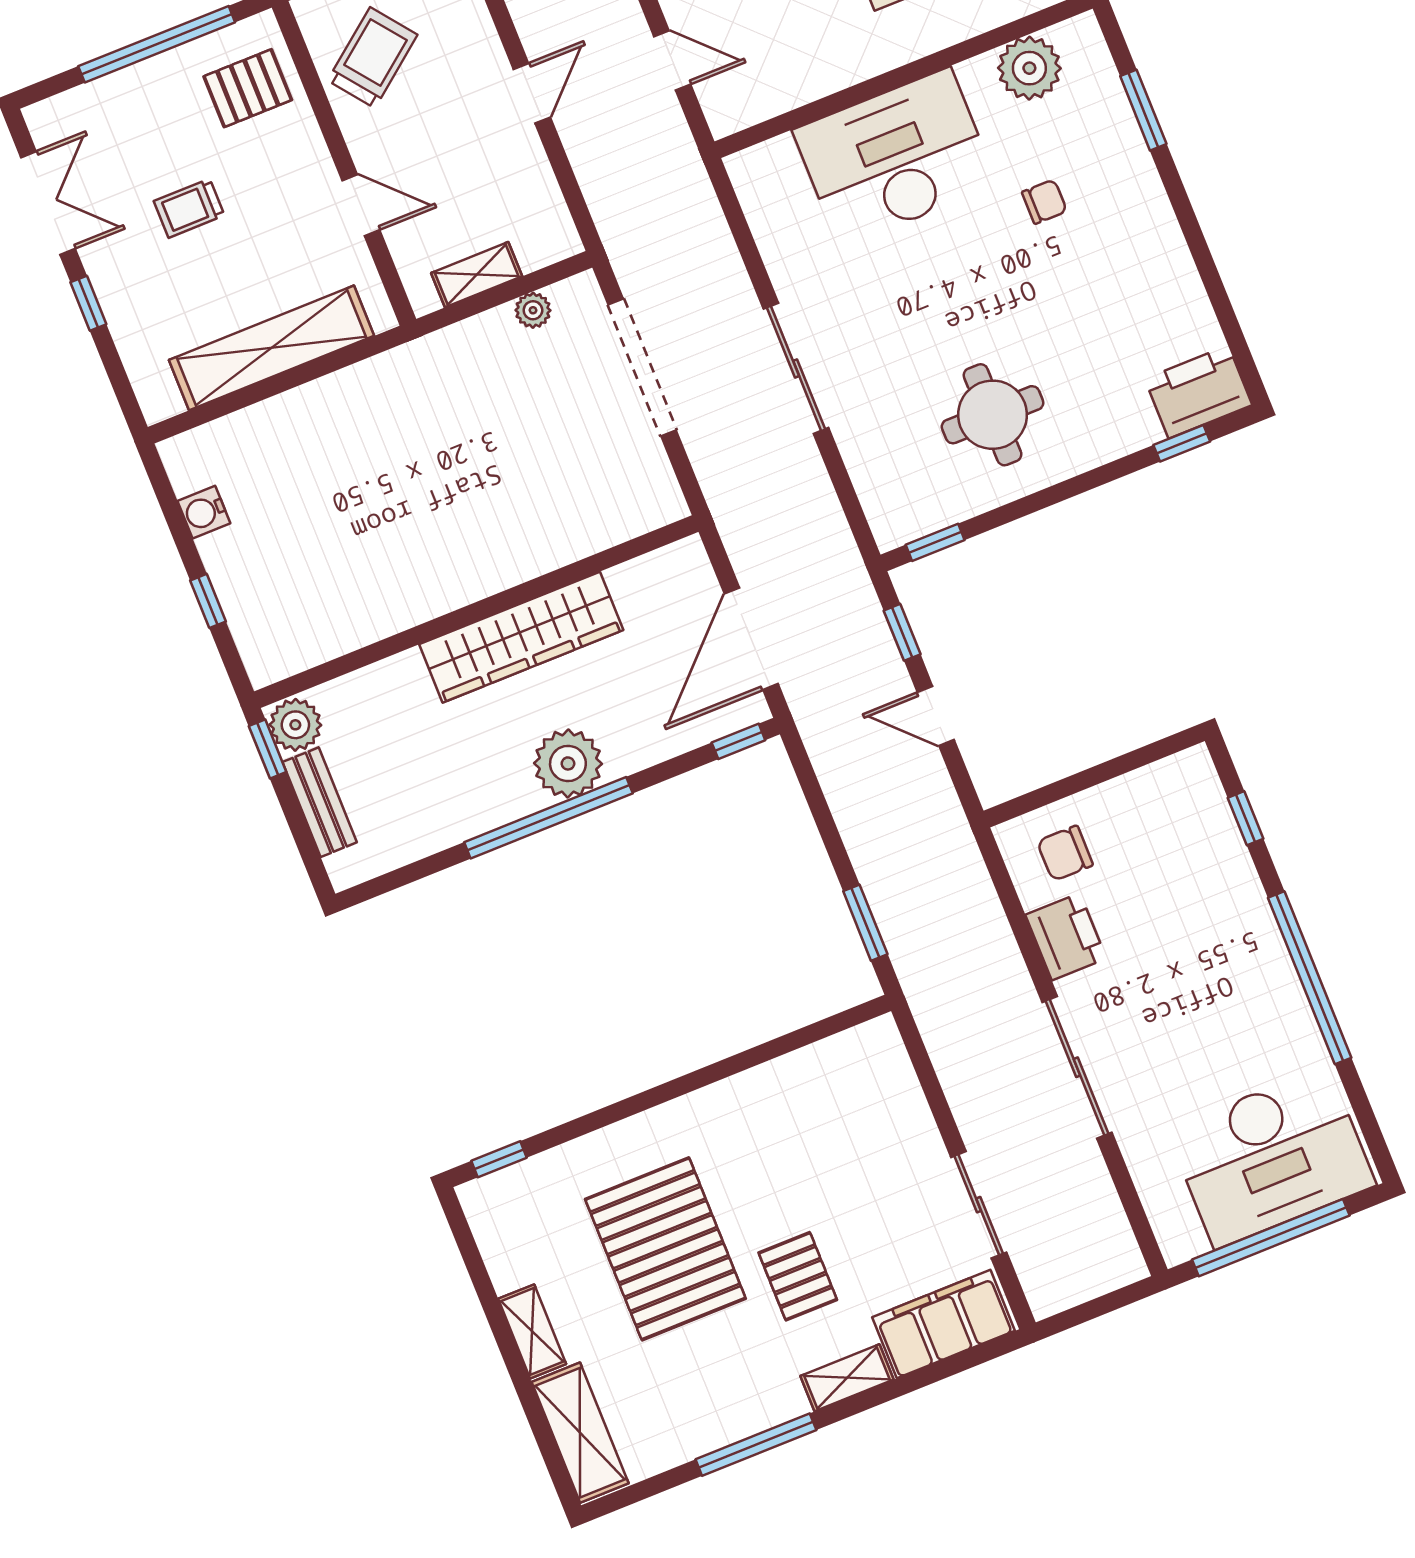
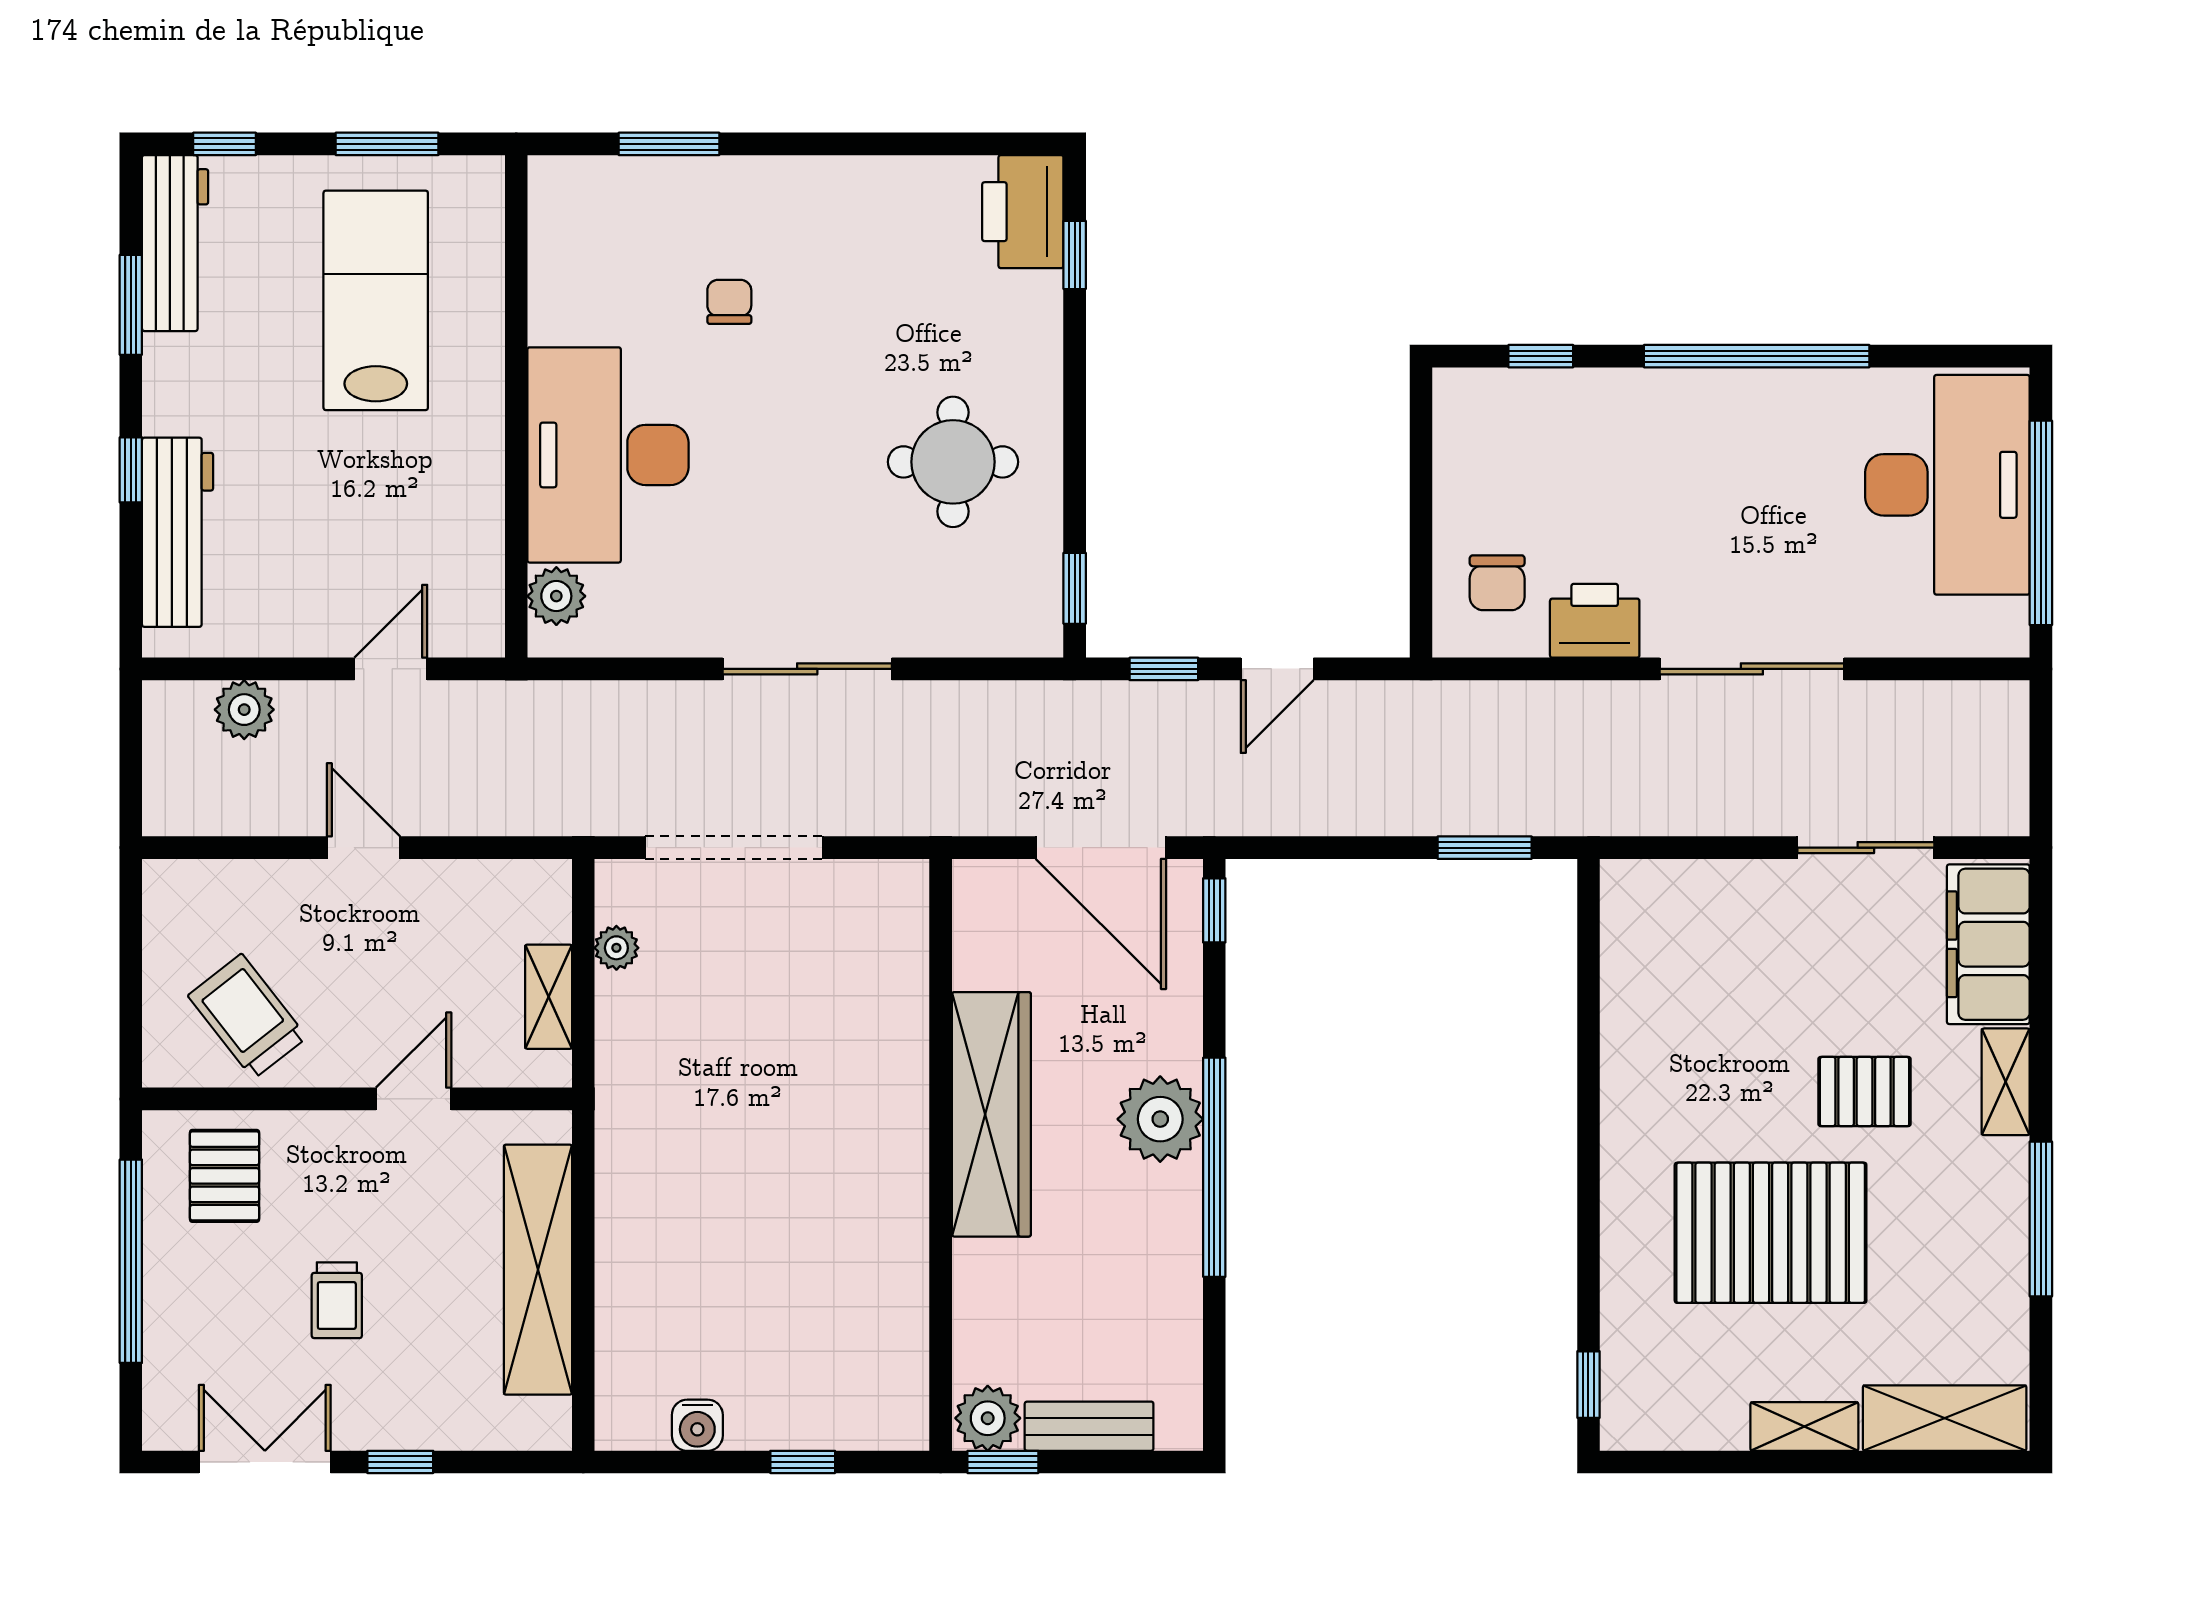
plant: (1029, 68) -> (556, 596), moved, width x0.73, depth x0.73

